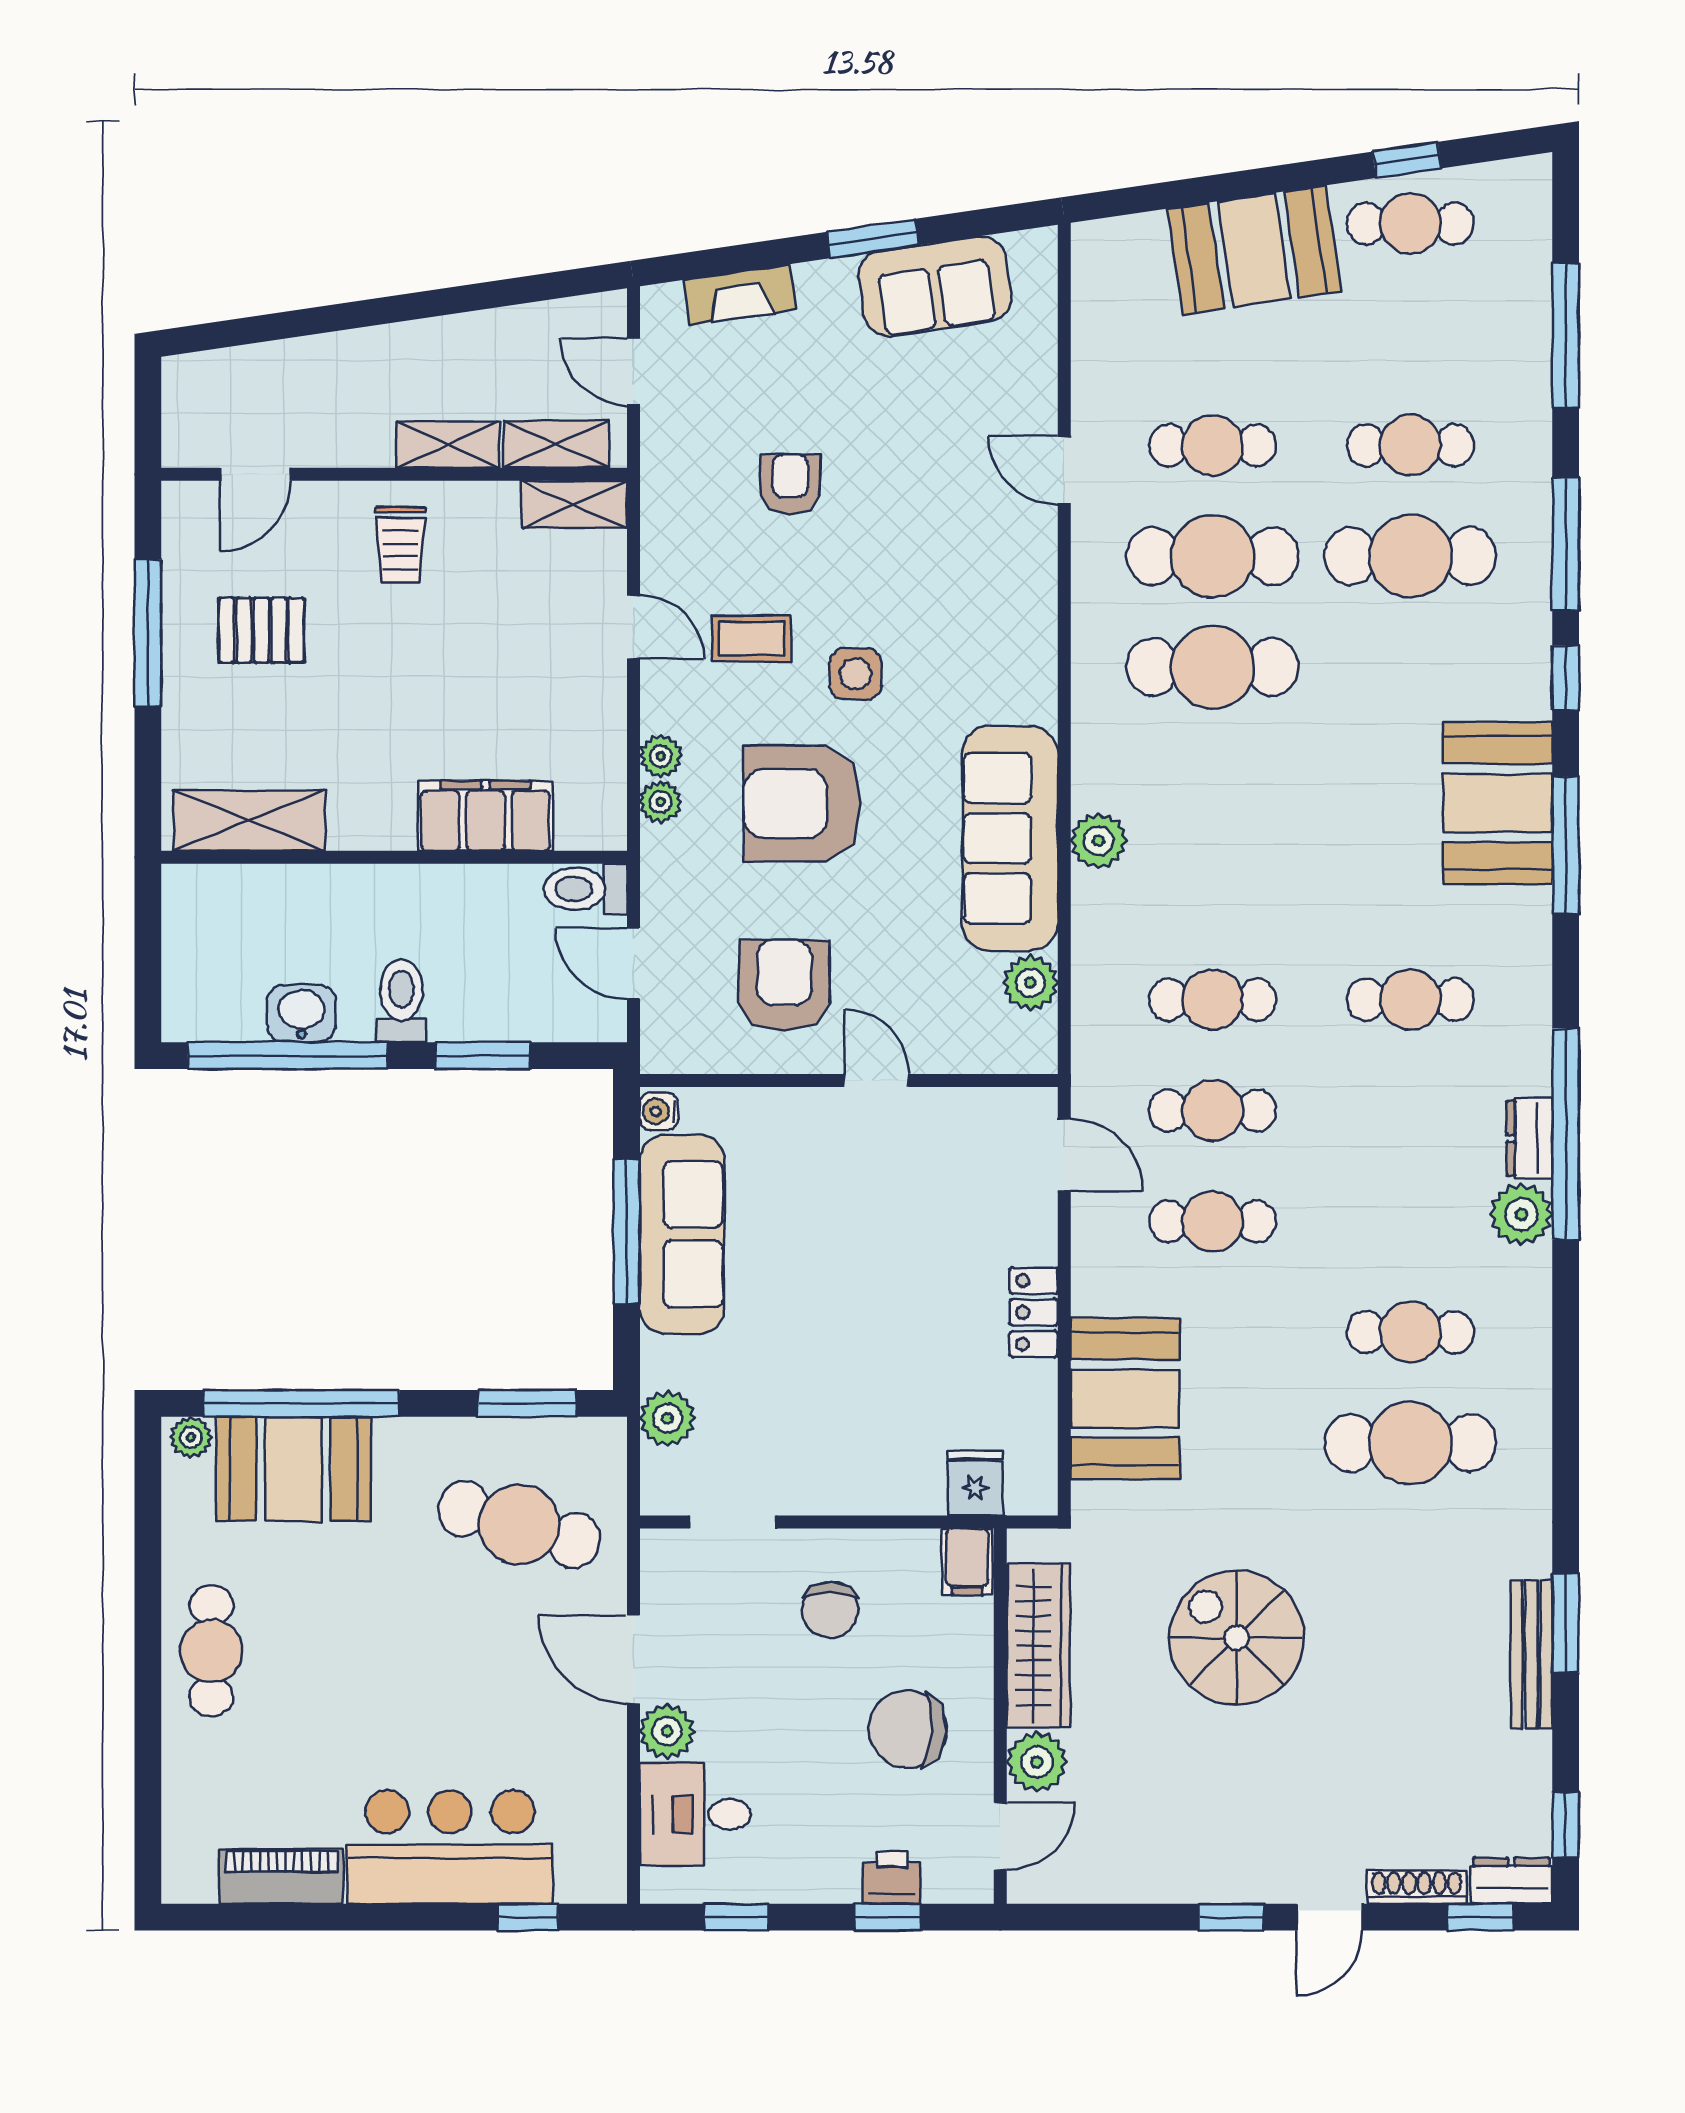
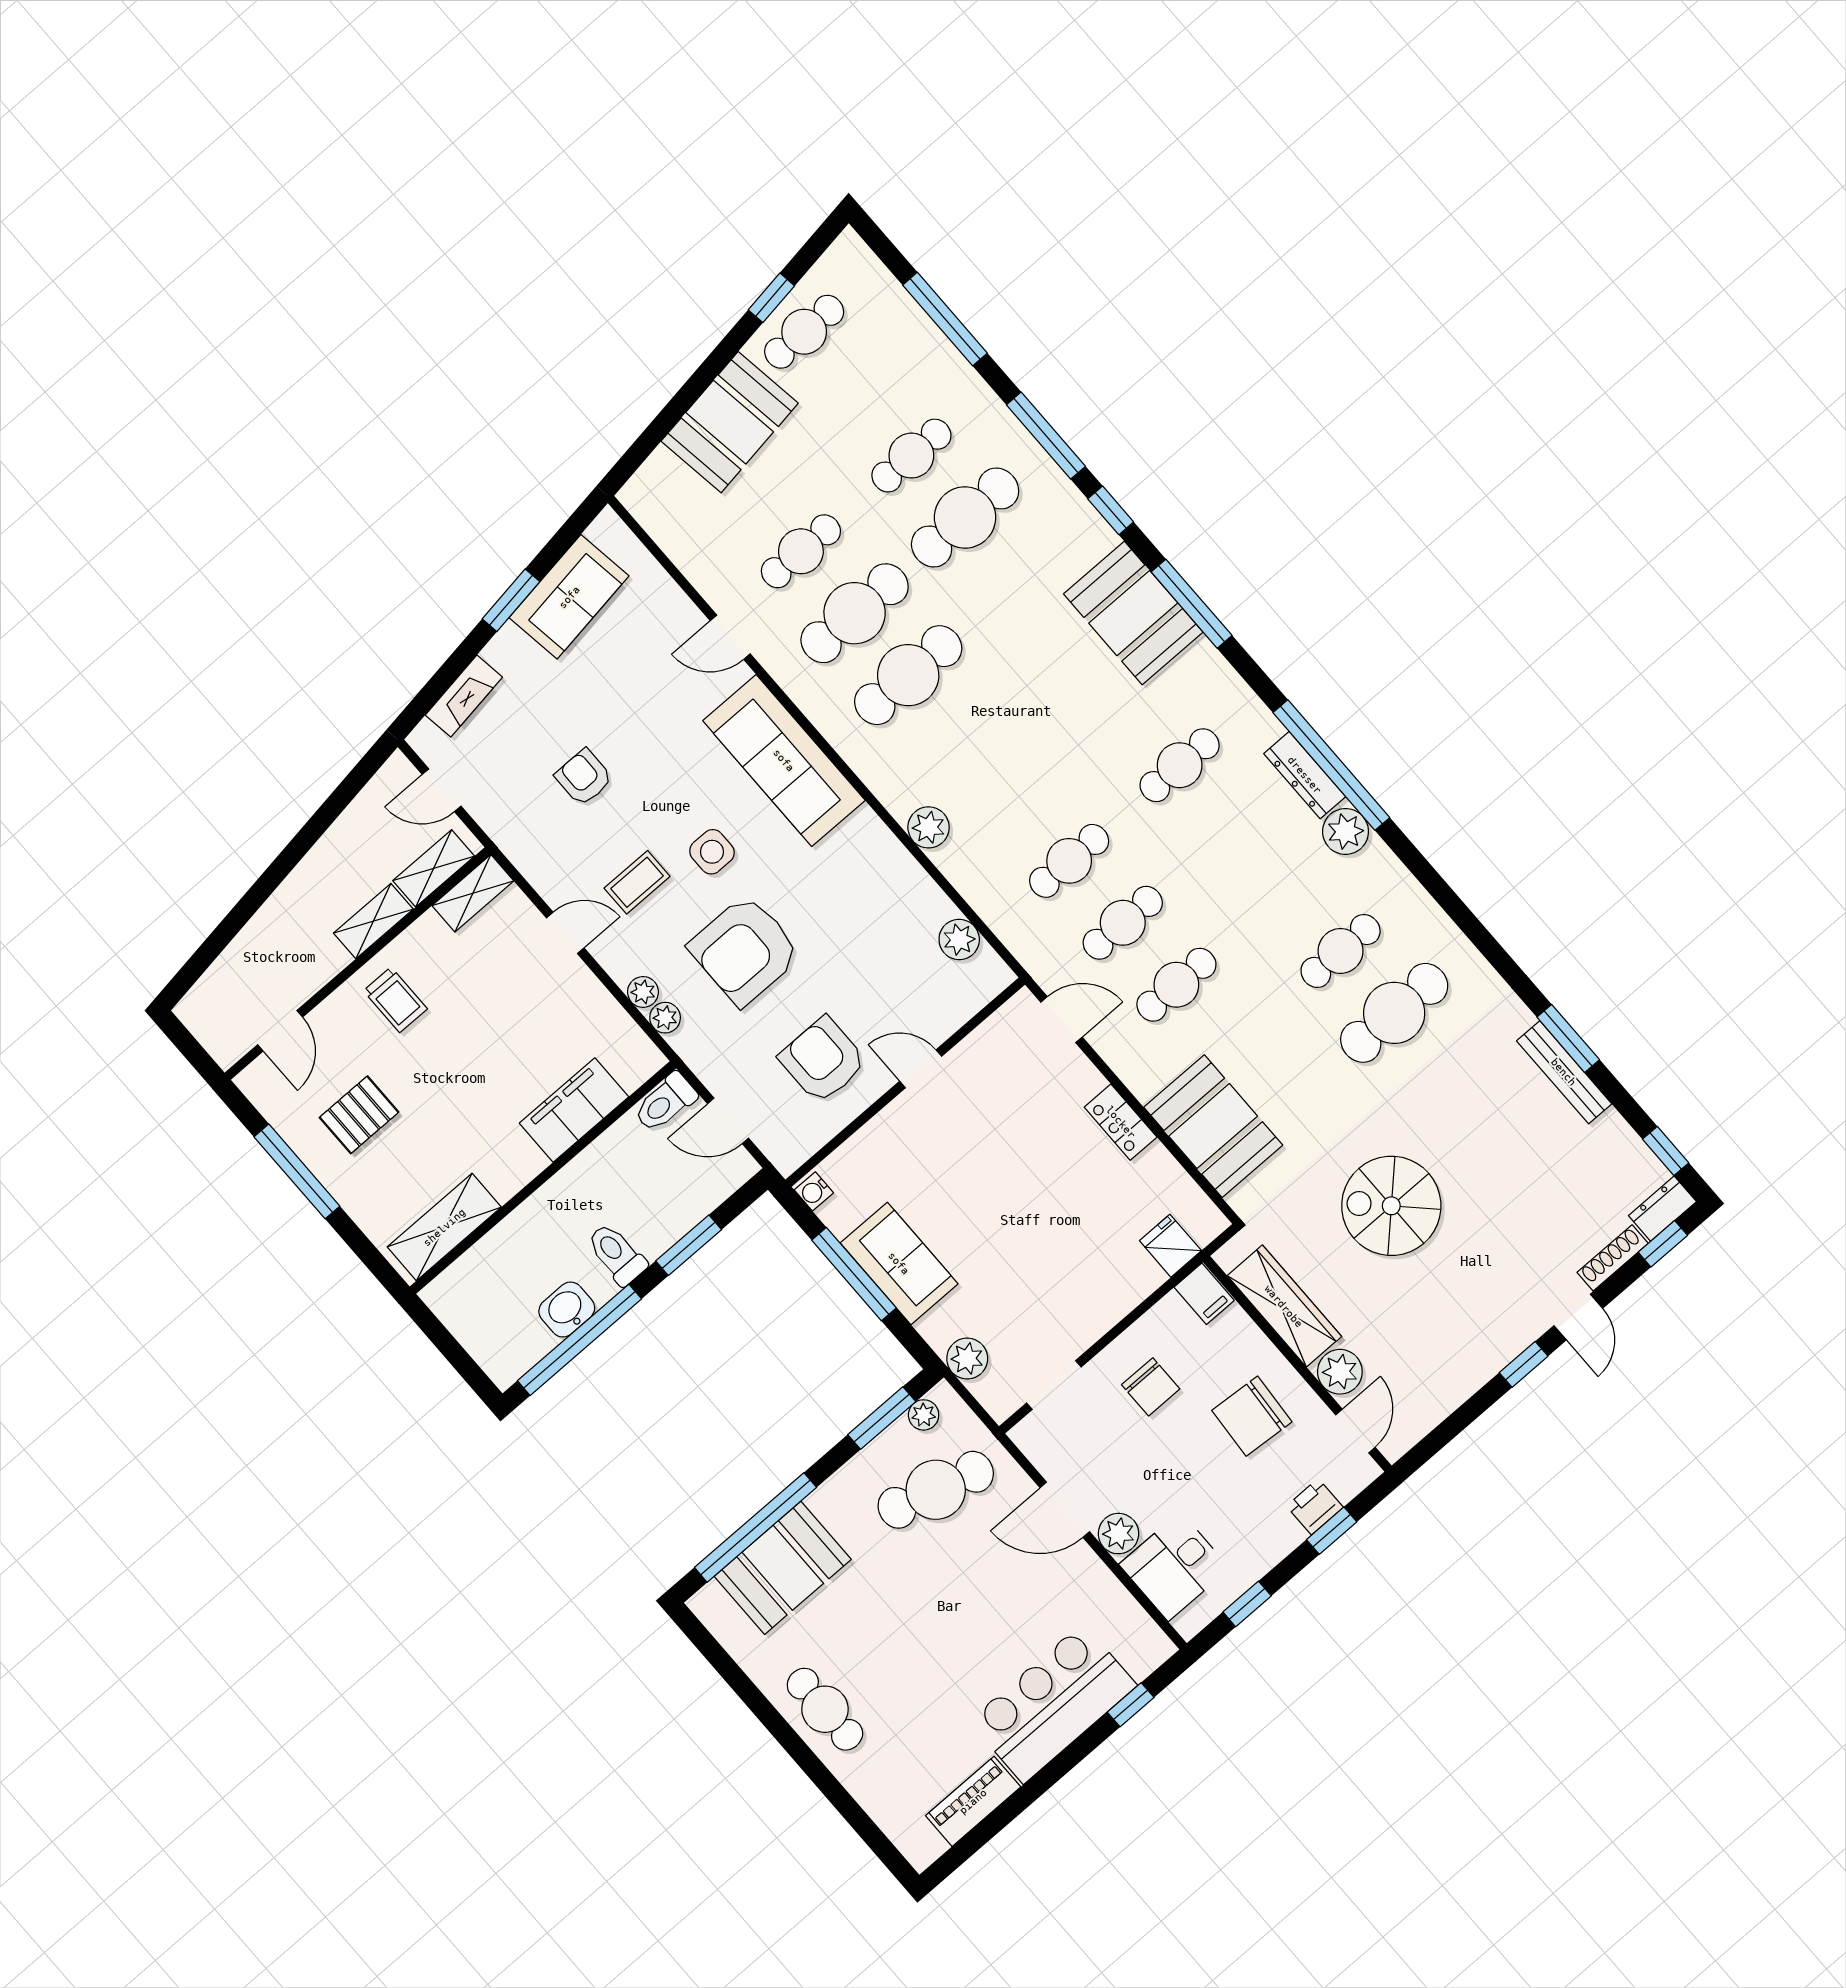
sofa: (1010, 838) -> (784, 760), moved
dresser: (1530, 1138) -> (1305, 775), width x1.44
sofa: (682, 1234) -> (899, 1263), width x0.73
plant: (191, 1437) -> (924, 1415), moved

